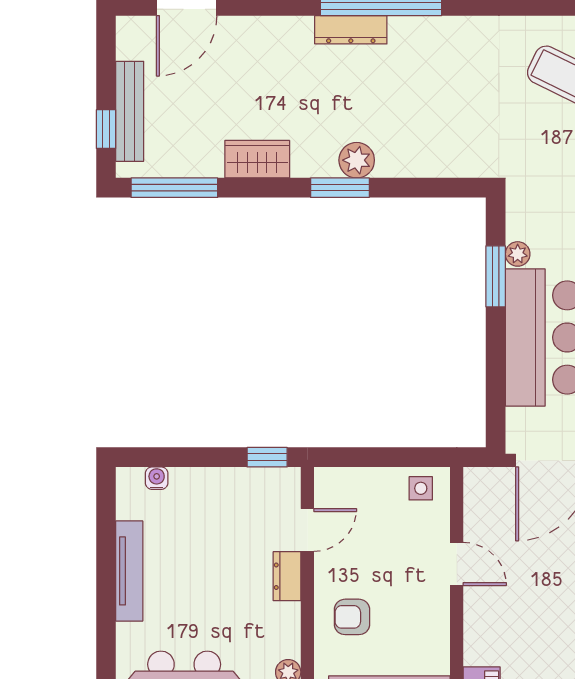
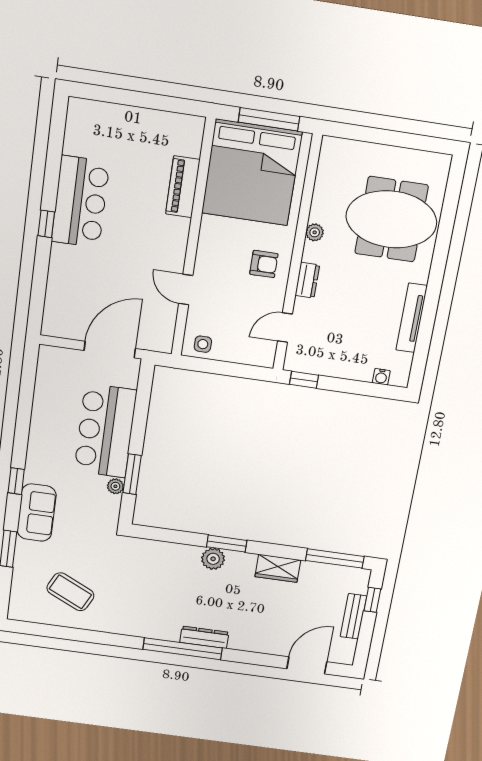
bench: (130, 111) -> (353, 616), width x0.73
dresser: (287, 576) -> (307, 280), moved

